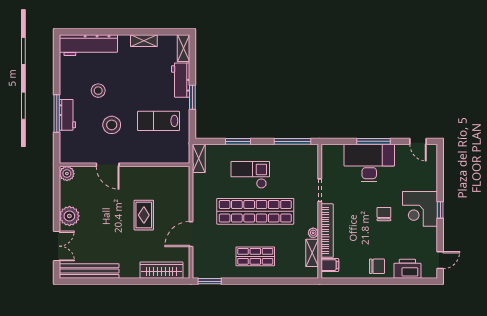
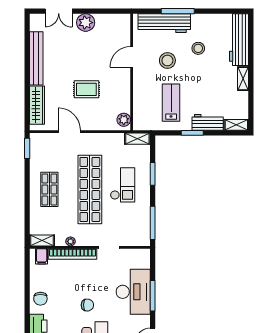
shelving: (144, 41) -> (243, 79), moved
workbench: (67, 115) -> (164, 23), width x1.88, depth x1.32
plant: (67, 174) -> (124, 120), moved
shelving: (312, 253) -> (42, 240), moved
bench: (89, 271) -> (36, 58), moved

